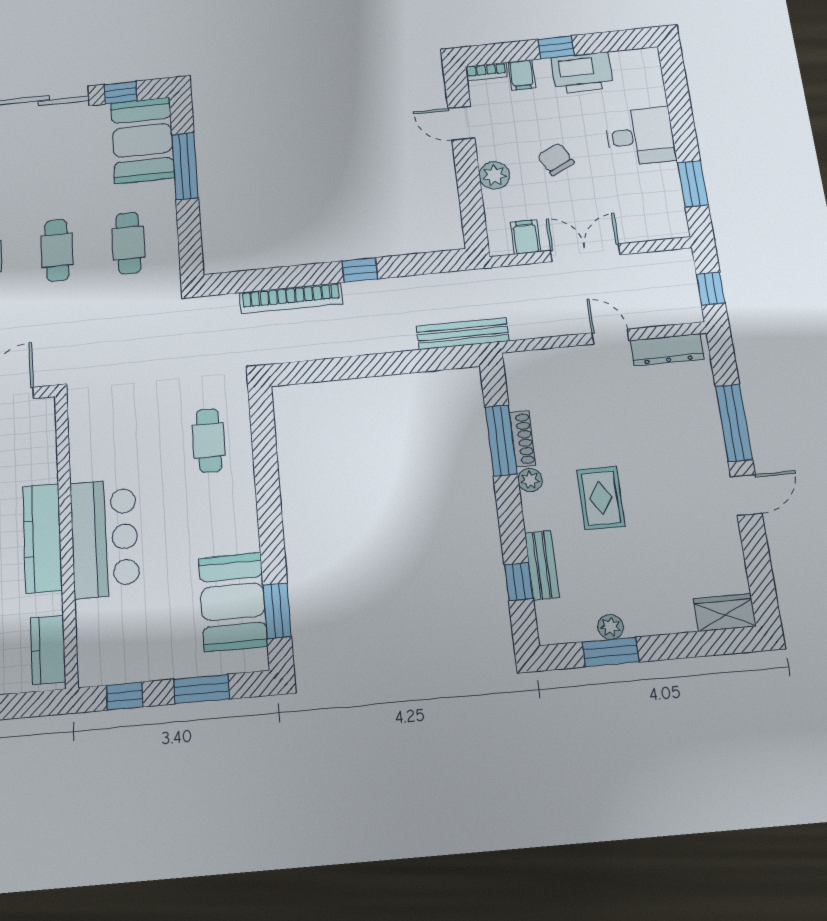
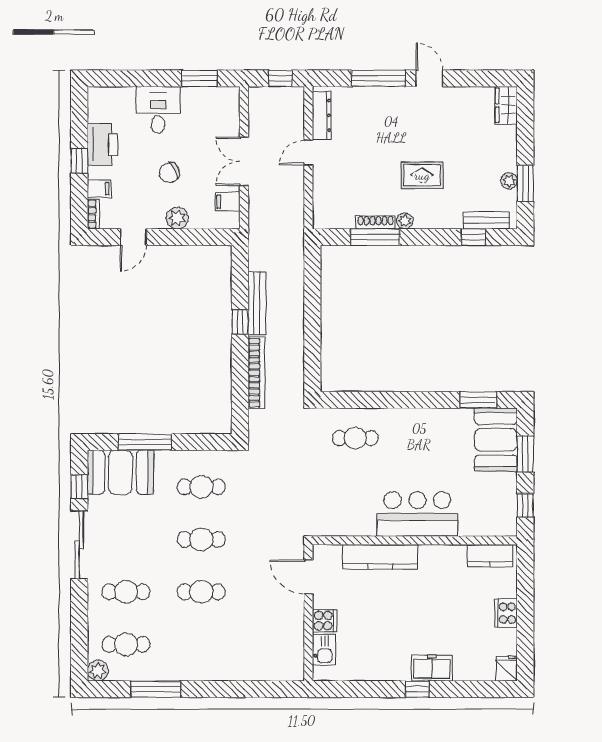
bench: (463, 334) -> (257, 303), moved
kitchen counter: (42, 538) -> (380, 557), moved
bench: (542, 565) -> (487, 220), moved
booth: (233, 602) -> (496, 440), moved, turned 90

